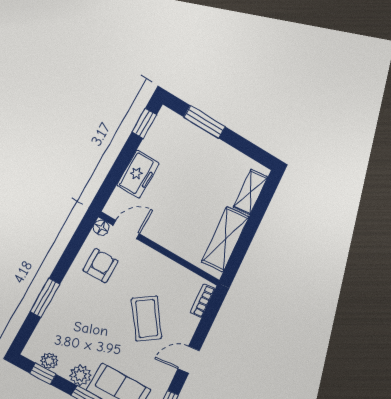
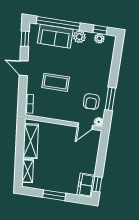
window: (205, 122) -> (54, 195), moved
freezer: (138, 174) -> (86, 185), moved
window: (45, 298) -> (110, 99), moved
coffee table: (147, 319) -> (56, 82), turned -54
door: (189, 360) -> (24, 68), swing flipped

